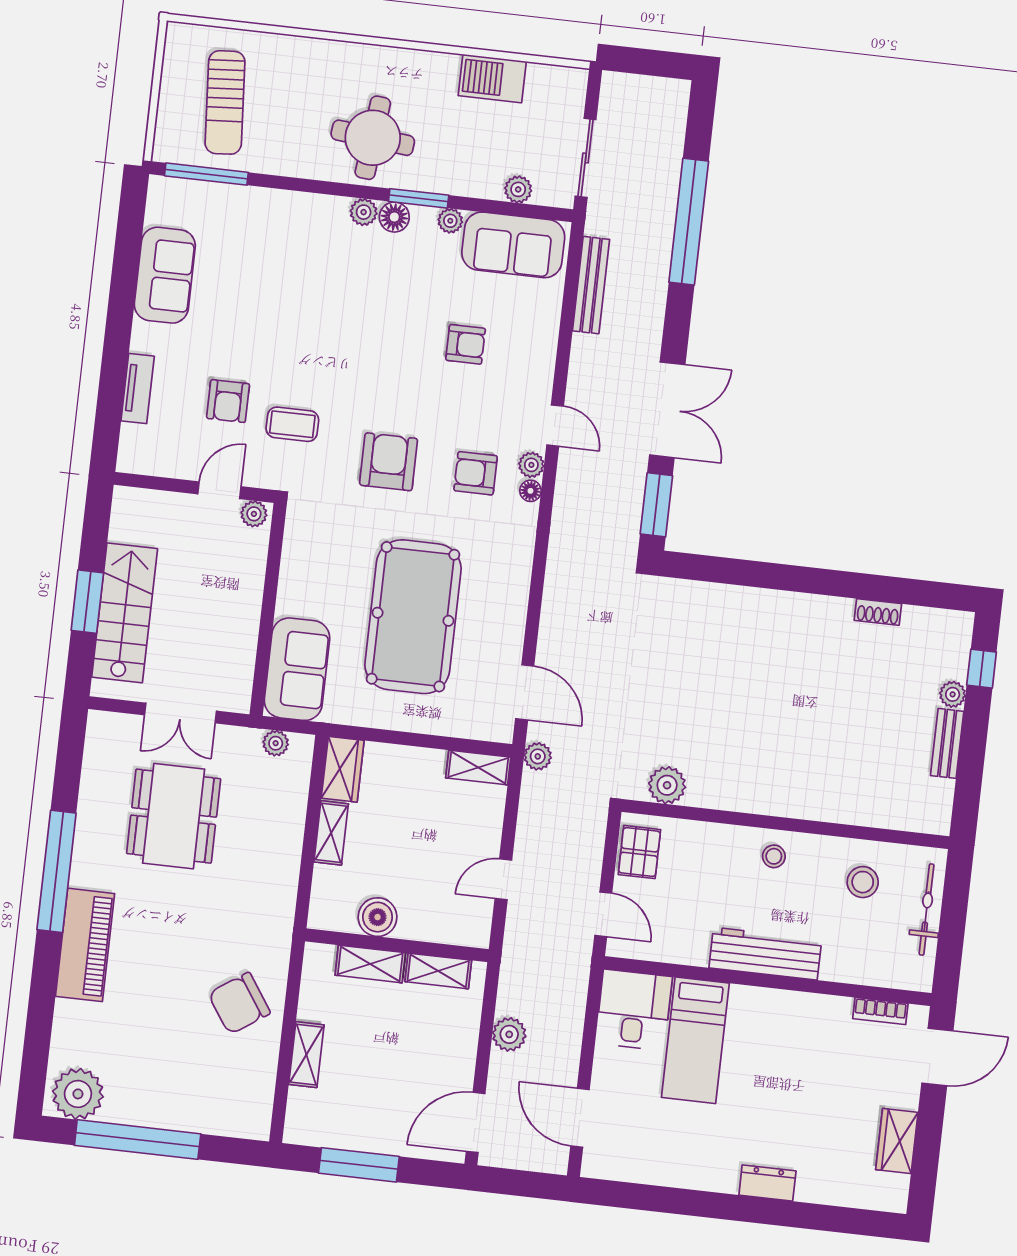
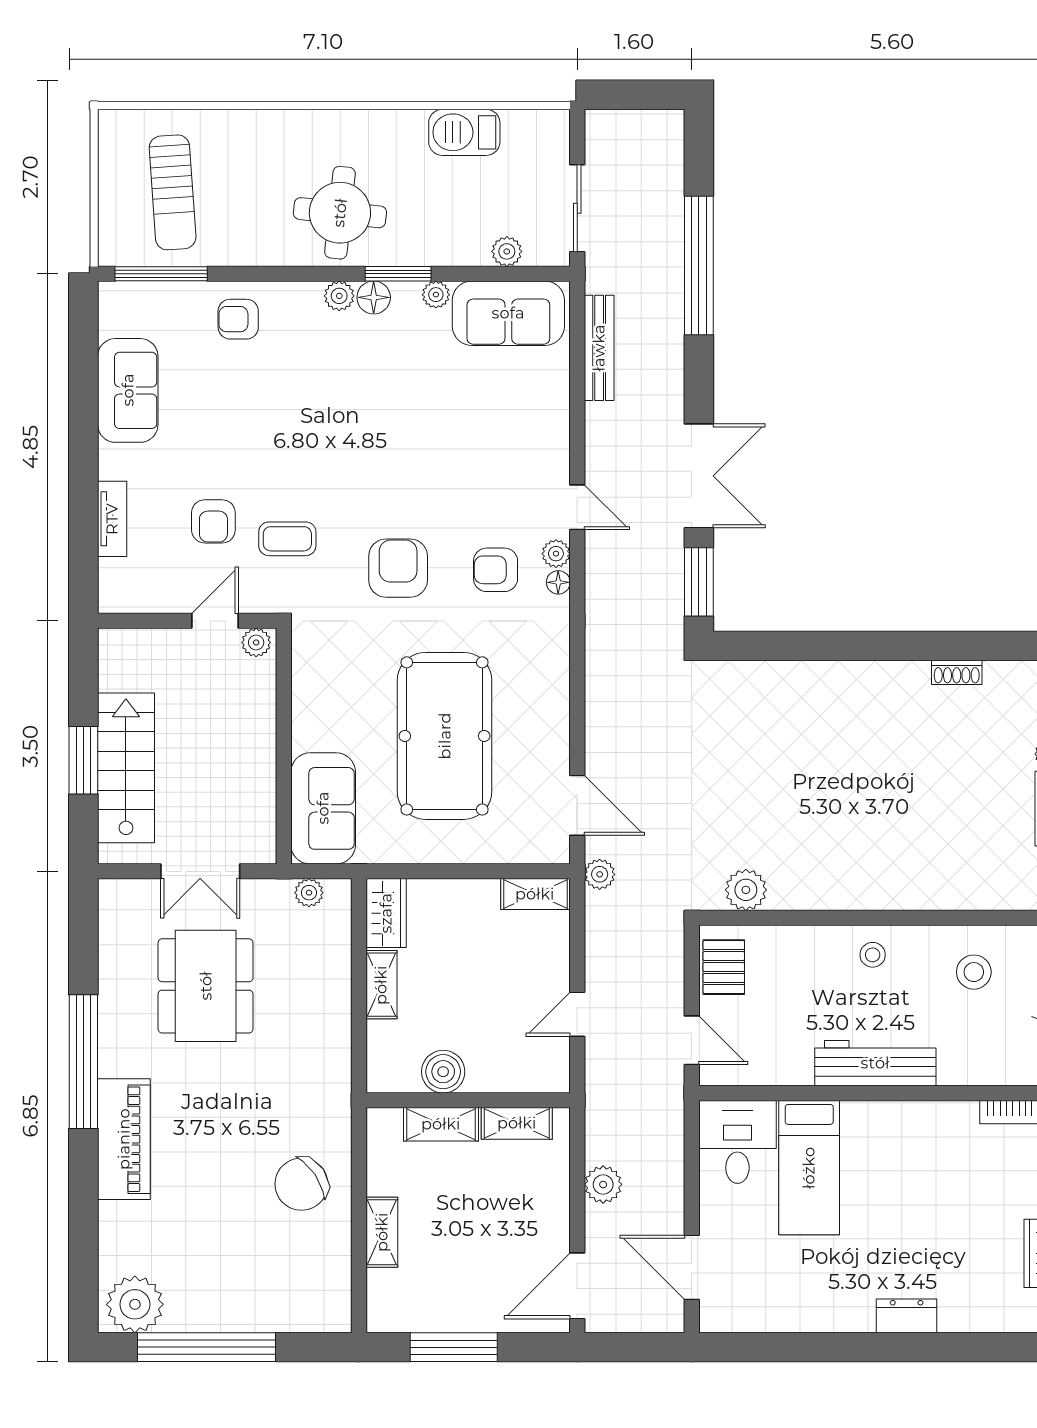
armchair: (466, 344) -> (238, 319), moved, turned 180

